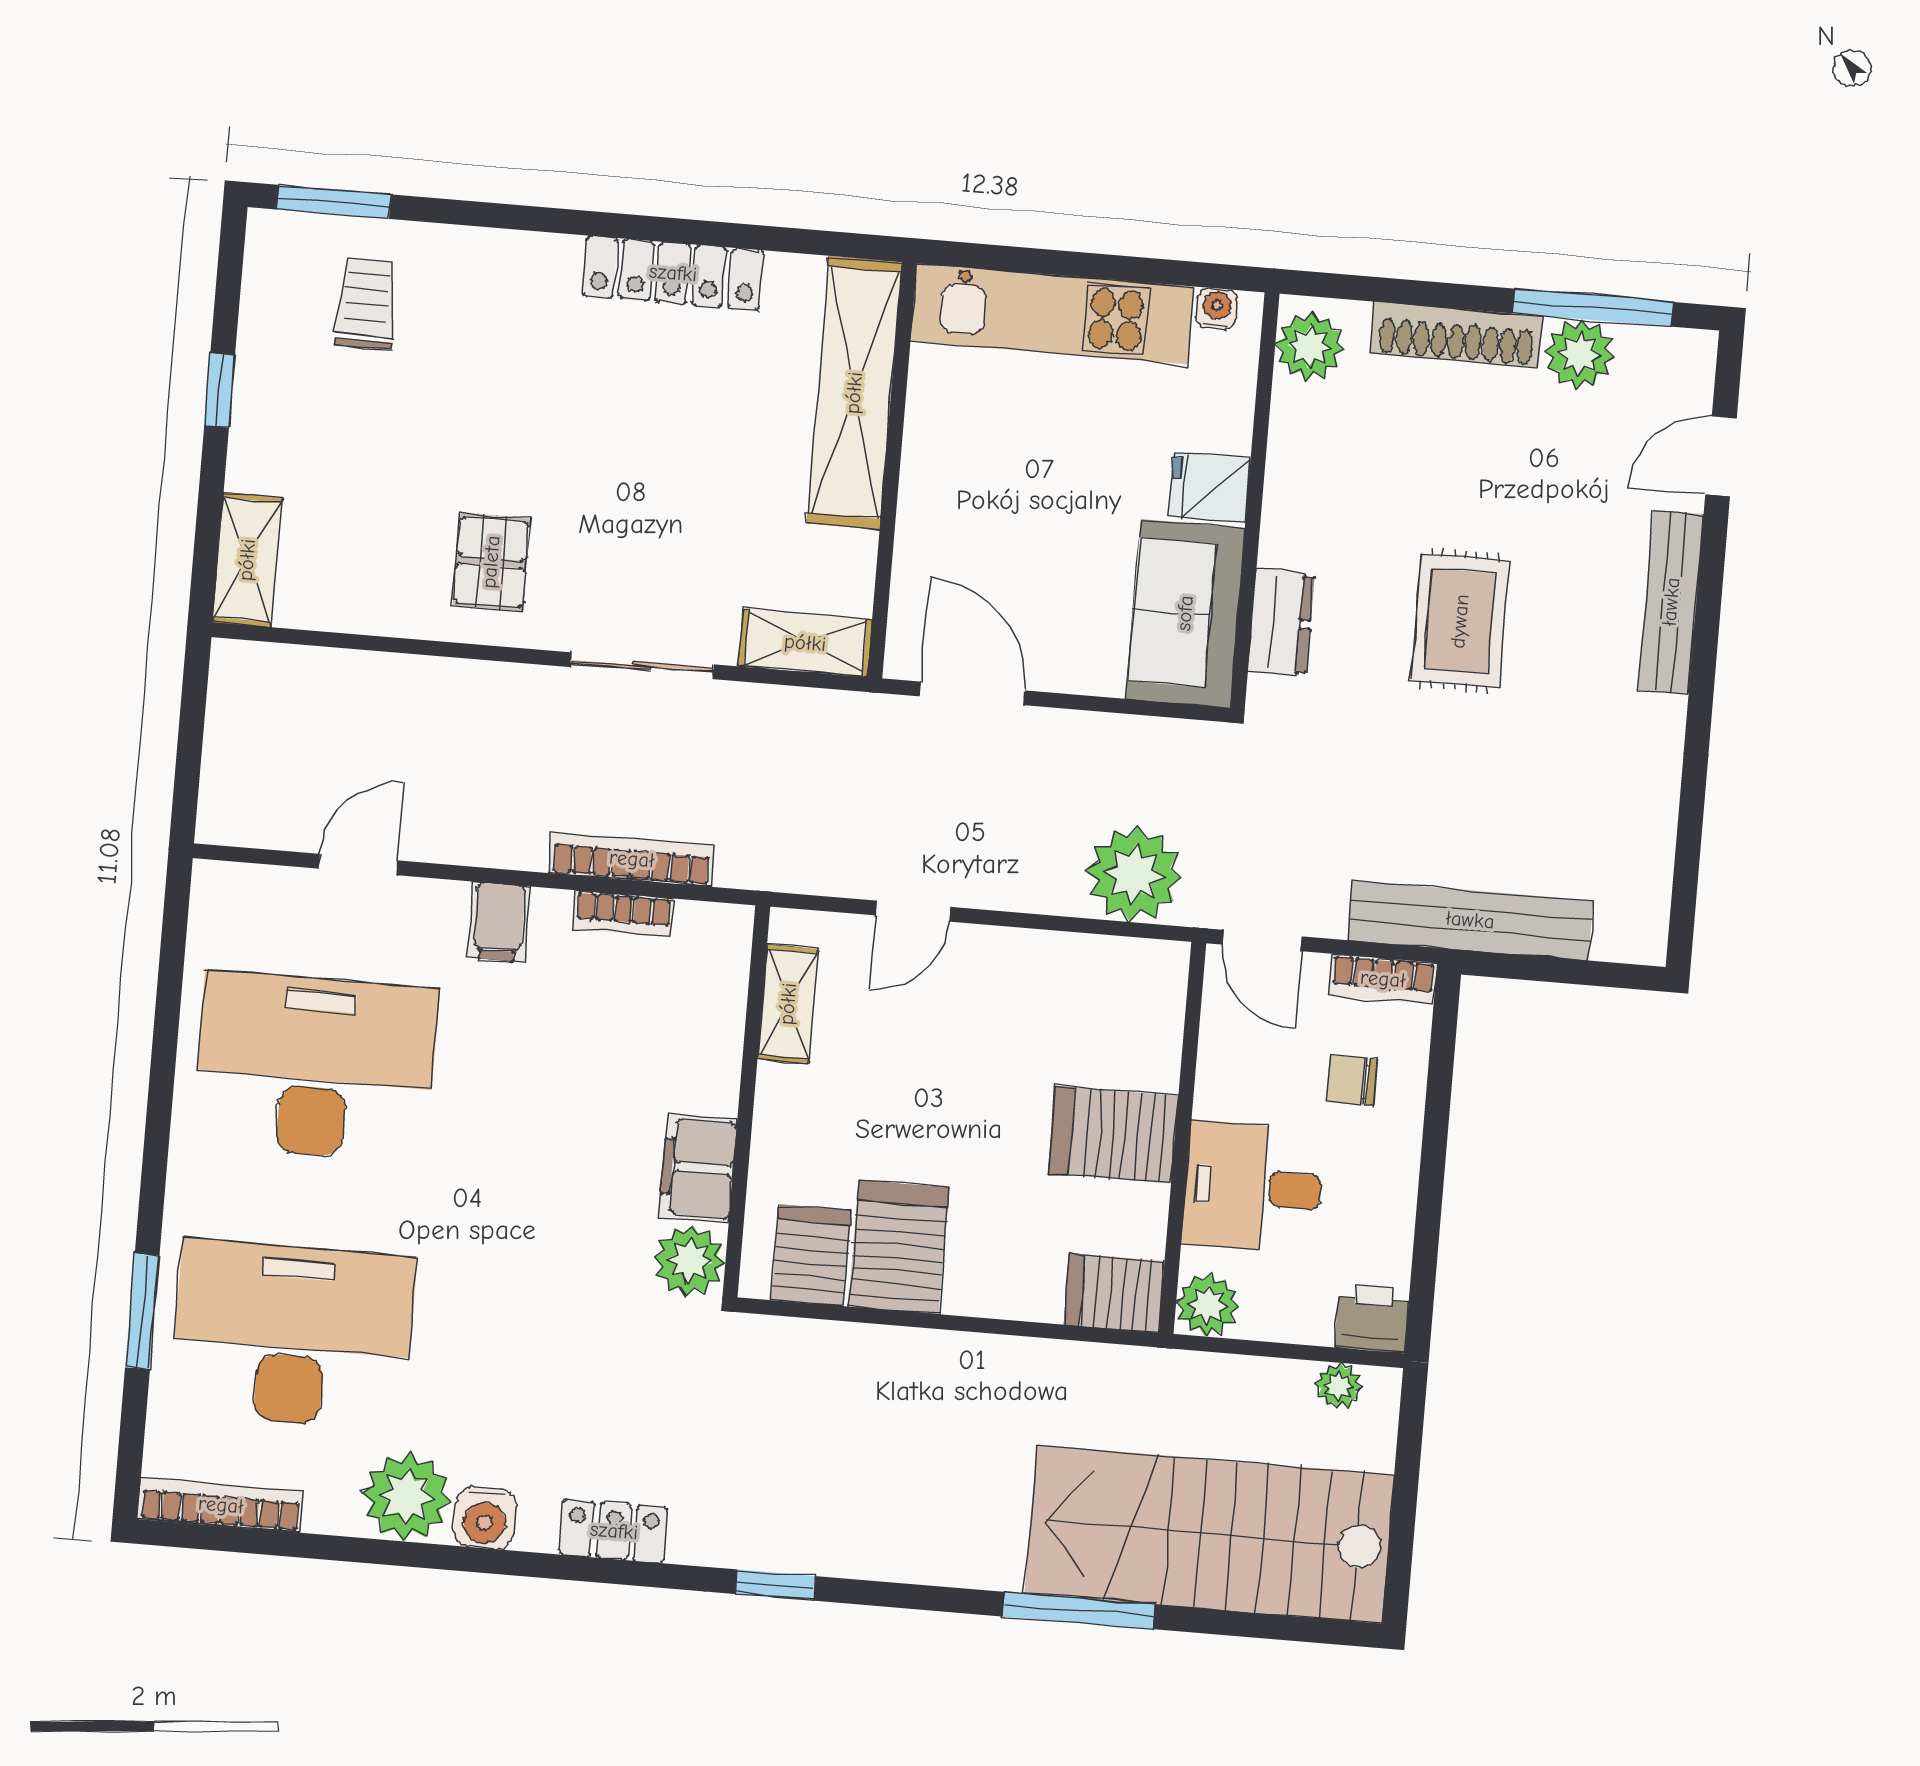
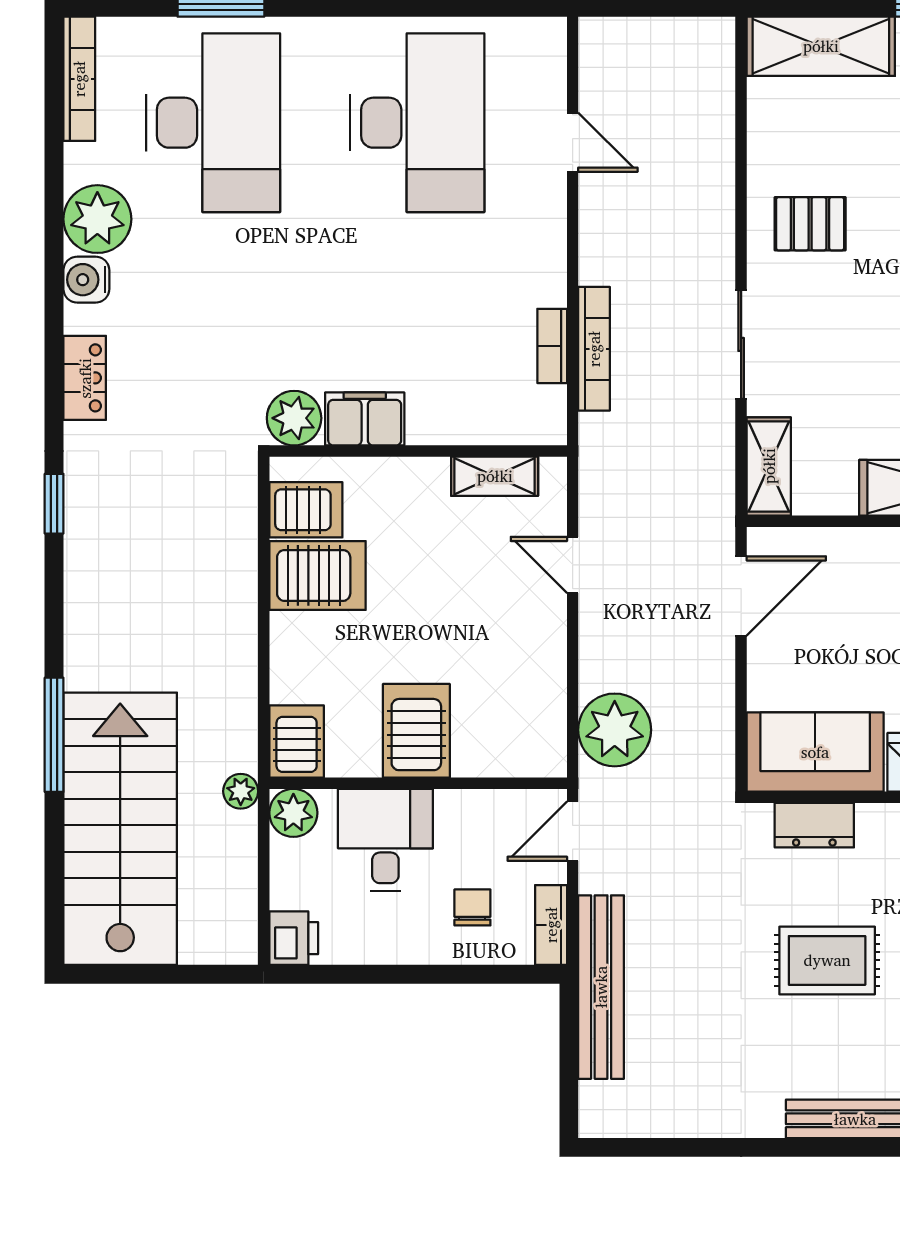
shelving: (247, 560) -> (821, 46), width x1.50, depth x1.33
filing cabinet: (499, 922) -> (538, 252), removed
plant: (1339, 1386) -> (241, 791), moved

